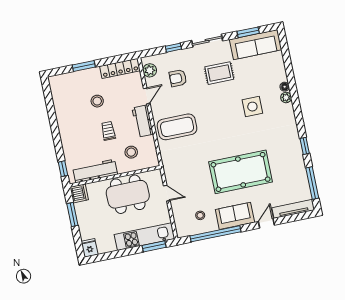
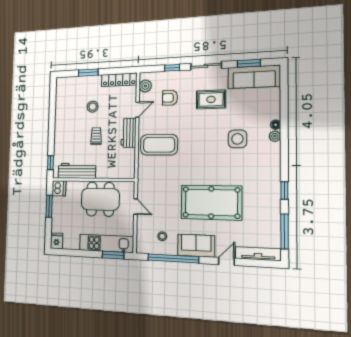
stool: (131, 152) -> (112, 160), removed

